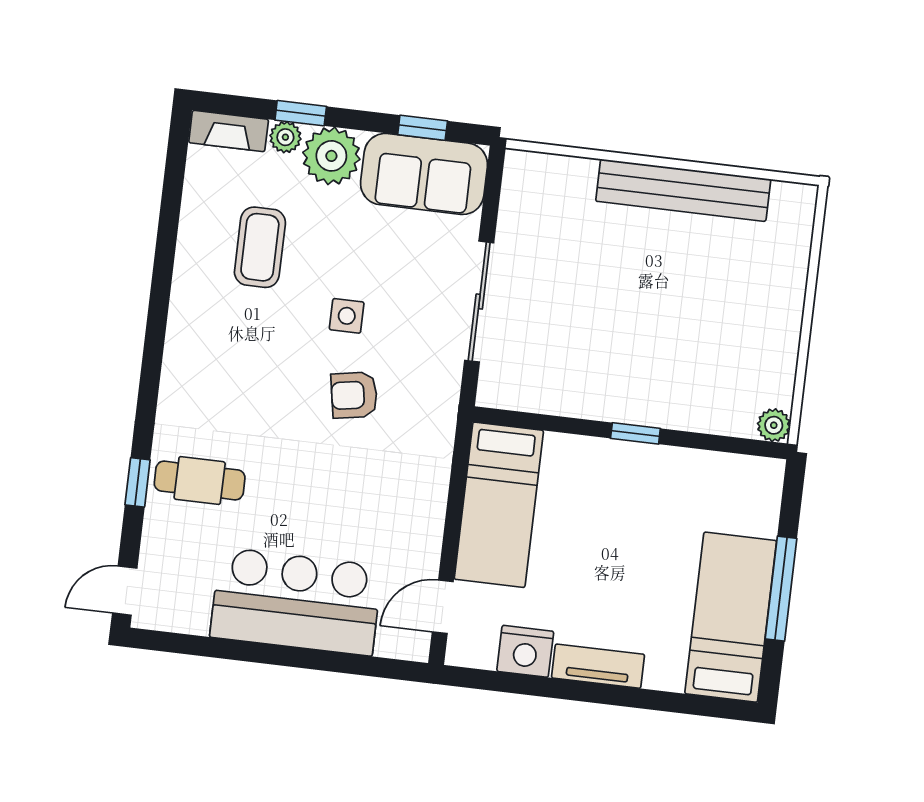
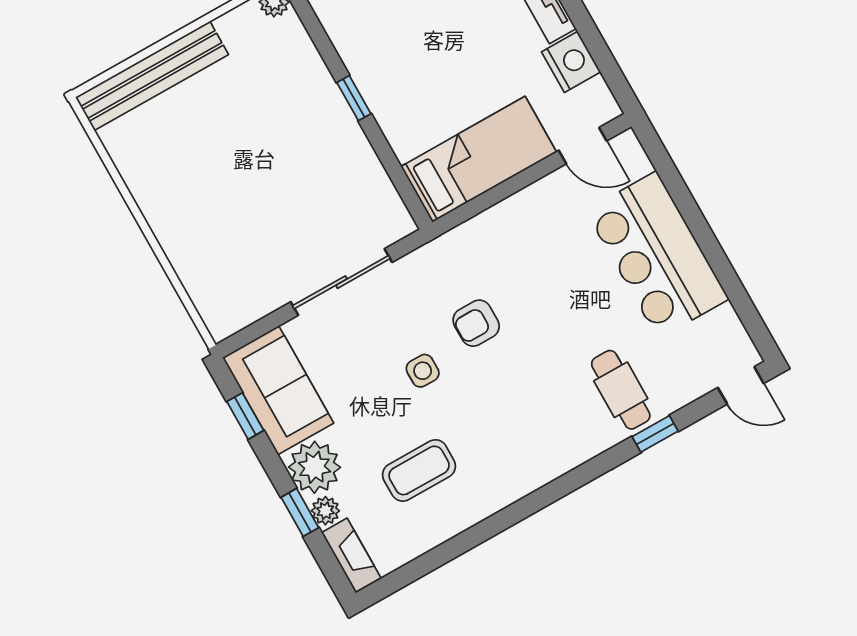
bench: (683, 190) -> (152, 76), moved, turned 90
armchair: (354, 395) -> (476, 323), turned 100

